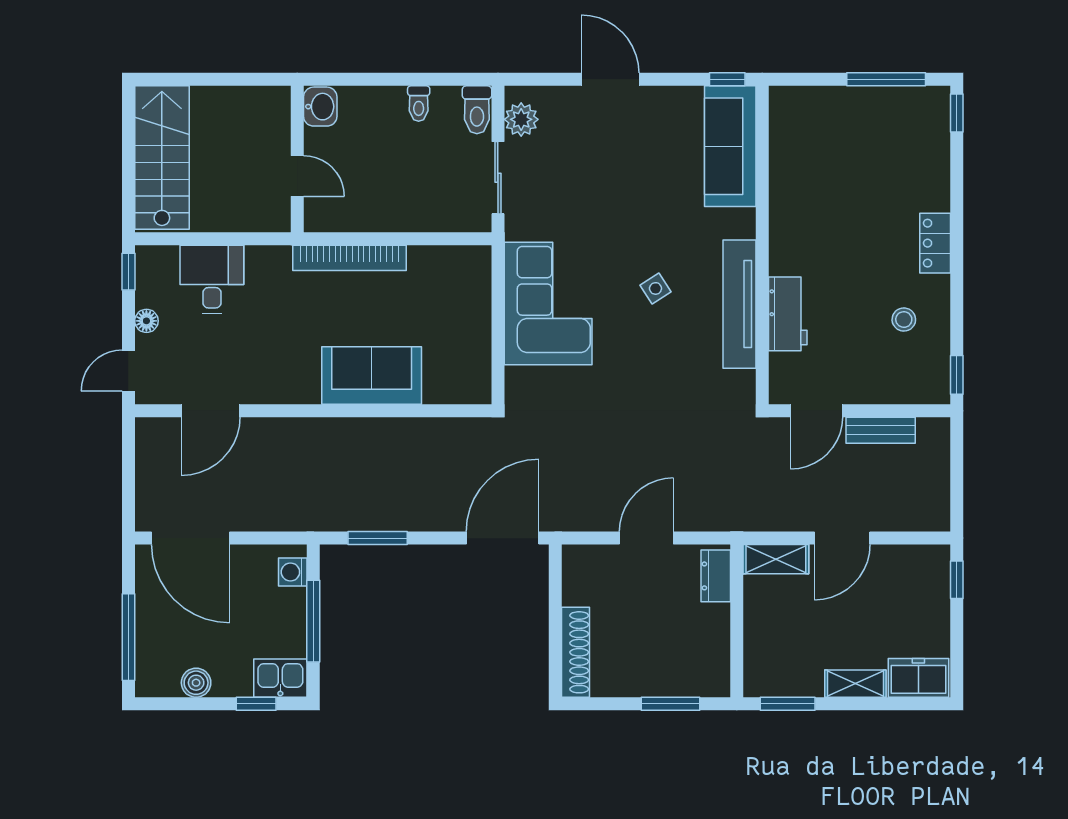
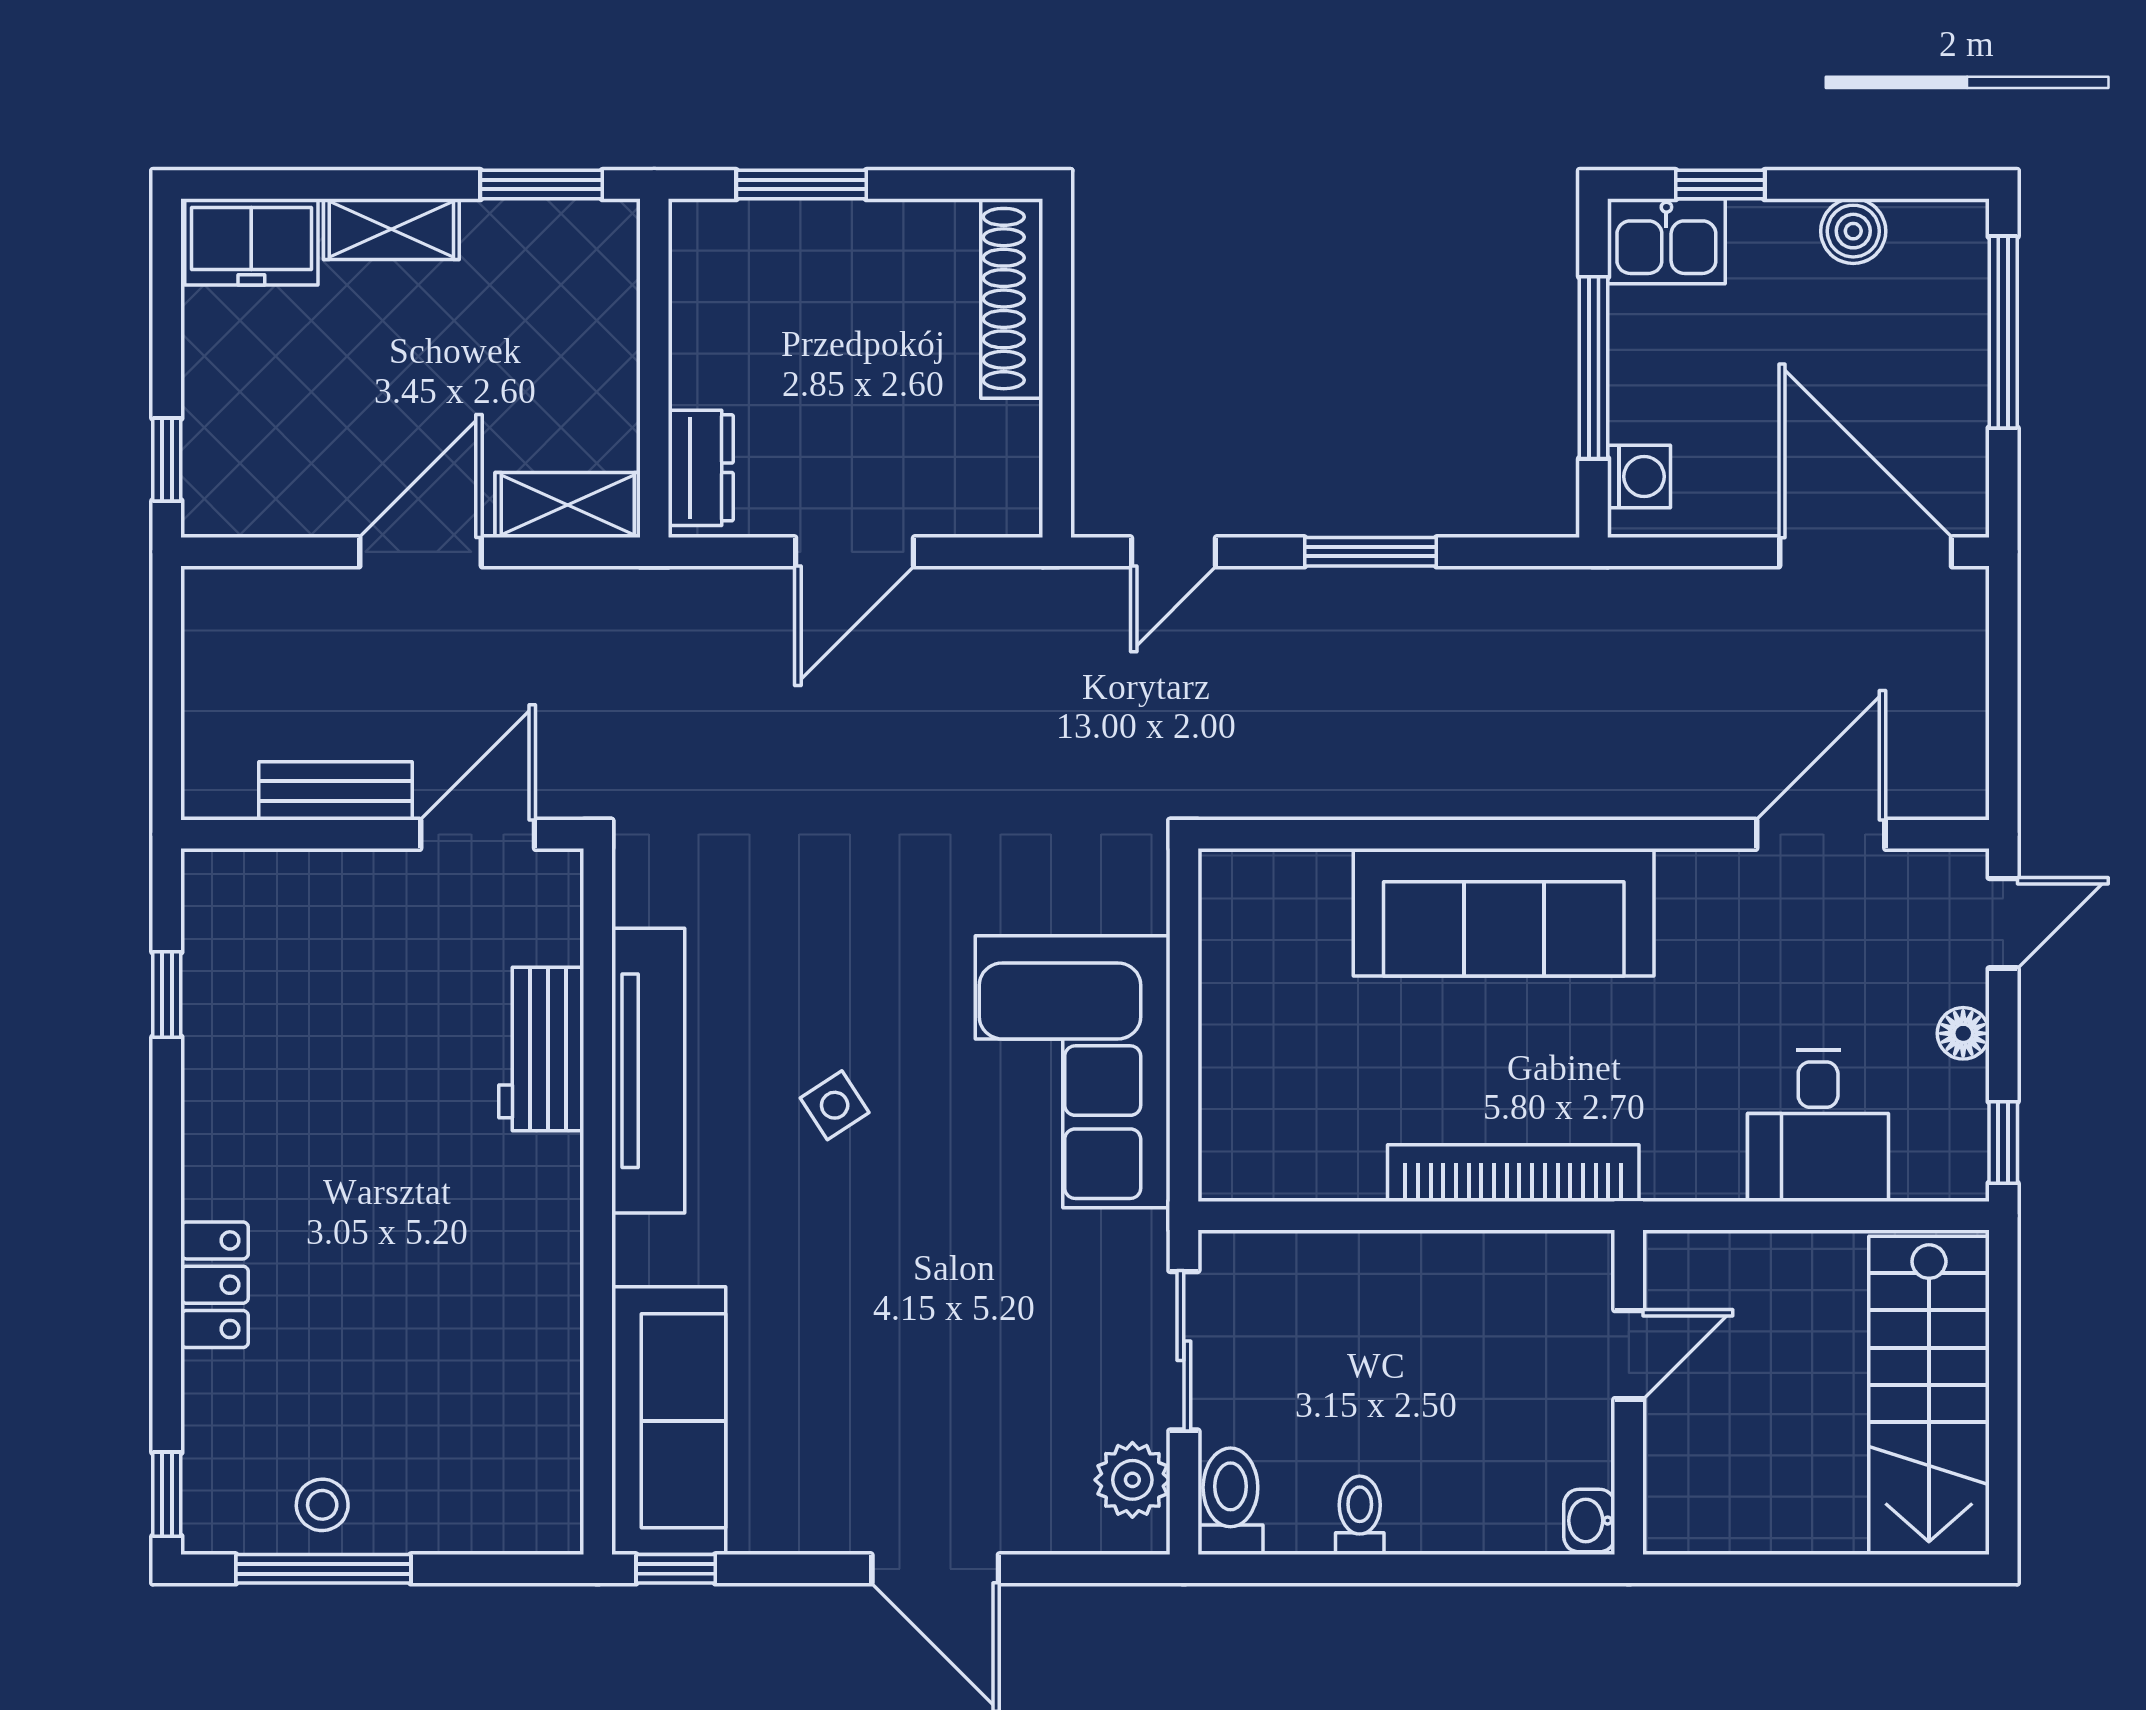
washbasin: (320, 107) -> (1589, 1521), width x0.72, depth x0.69
door: (297, 176) -> (1629, 1355), swing flipped
locker: (935, 243) -> (215, 1285), moved
stool: (904, 320) -> (322, 1505), moved
sofa: (372, 375) -> (1504, 912), width x1.36
window: (957, 375) -> (167, 995), moved
window: (378, 538) -> (1371, 552), moved
door: (503, 538) -> (1174, 552), width x0.53

